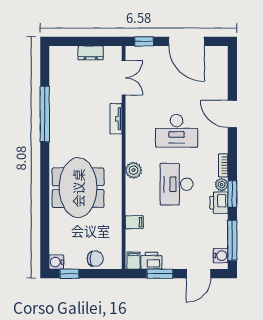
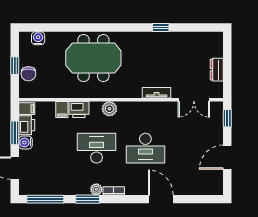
door: (186, 41) -> (227, 157), width x0.73
window: (45, 114) -> (161, 28), width x0.32
door: (232, 114) -> (161, 199), hinge flipped
desk: (177, 131) -> (145, 148), turned -90
printer: (219, 203) -> (79, 109), moved, turned 180
water cooler: (221, 256) -> (25, 142), moved, turned 90
water cooler: (56, 262) -> (38, 38), moved
window: (69, 274) -> (15, 66), moved

